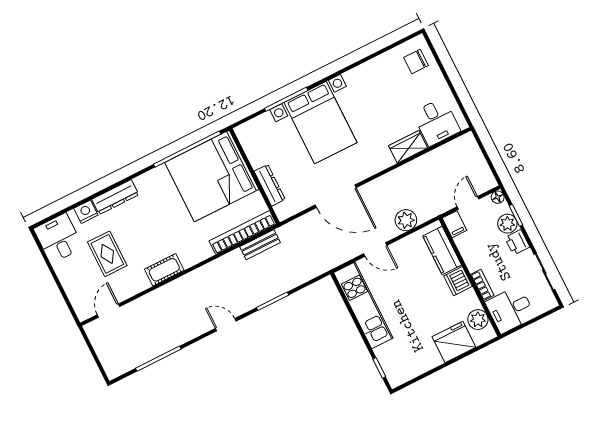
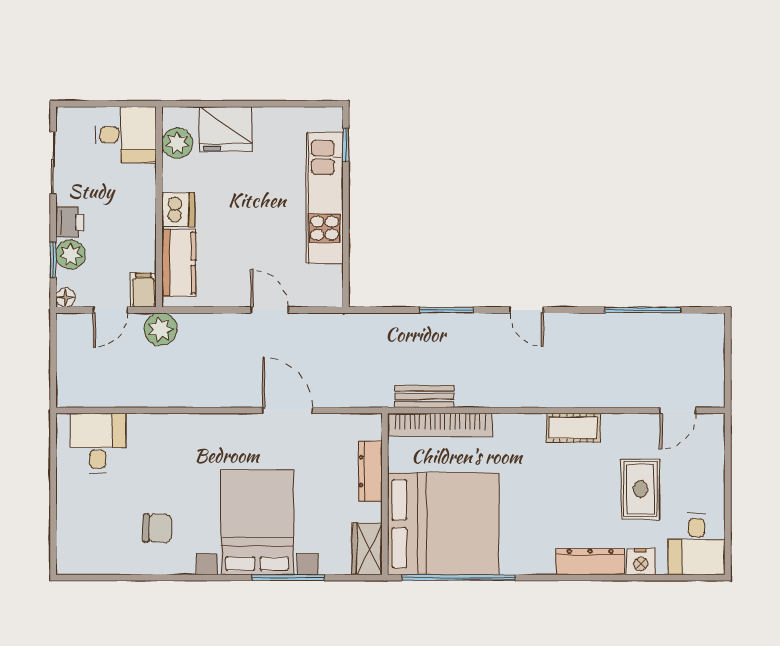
chair: (416, 62) -> (157, 528), moved
wardrobe: (408, 147) -> (367, 549), moved, turned 90
door: (336, 196) -> (287, 410), width x0.73
plant: (406, 220) -> (161, 329), moved
bookcase: (482, 285) -> (147, 188), removed
kitchen unit: (363, 305) -> (325, 198), moved

